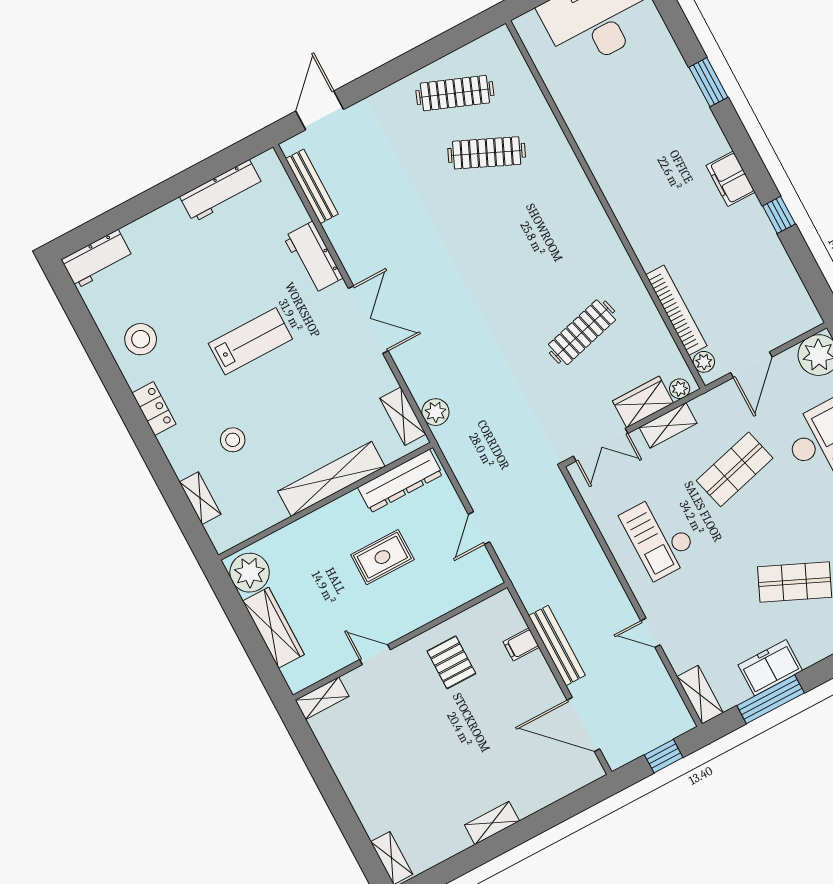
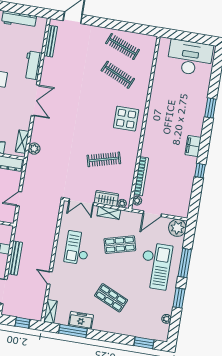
display table: (565, 224) -> (126, 119), added

